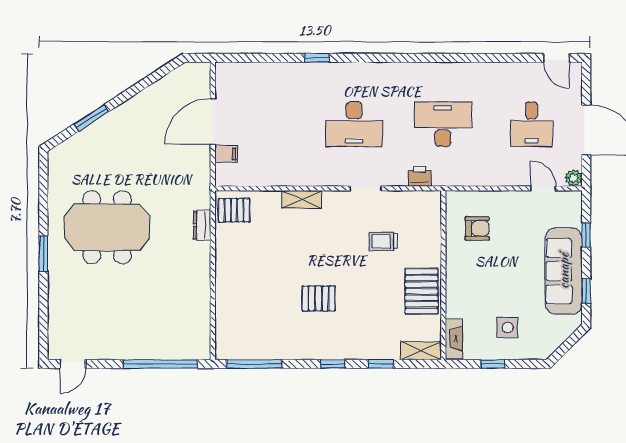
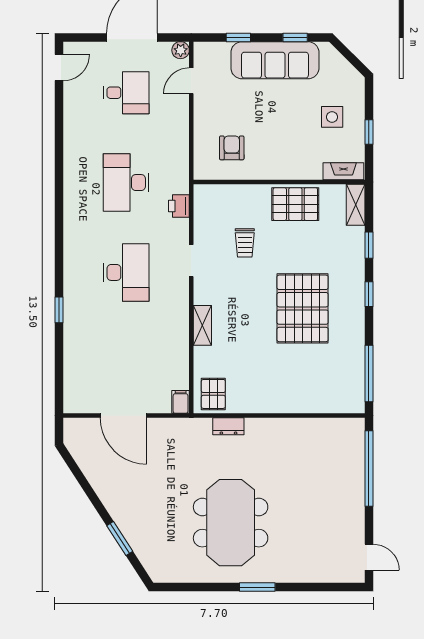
filing cabinet: (226, 154) -> (181, 402), moved
pallet: (319, 298) -> (303, 308), width x2.05, depth x2.00

